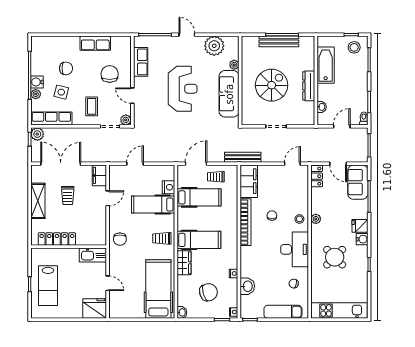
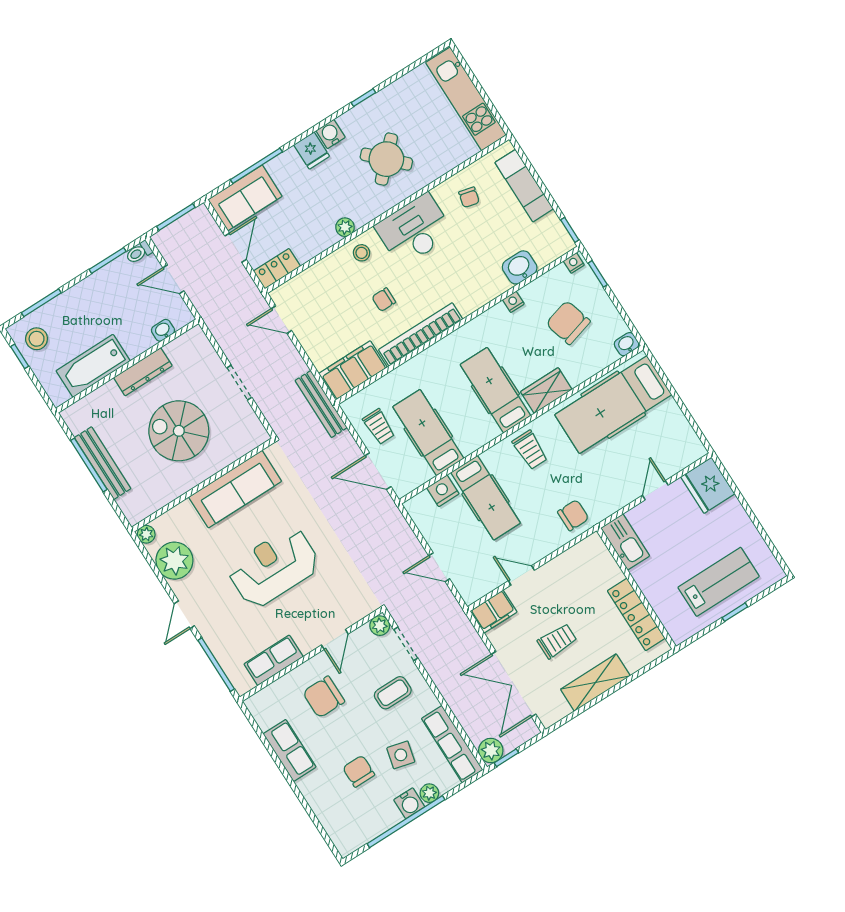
plant: (234, 65) -> (146, 534), moved

